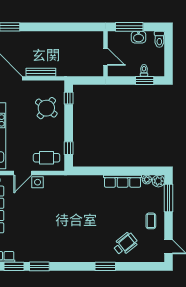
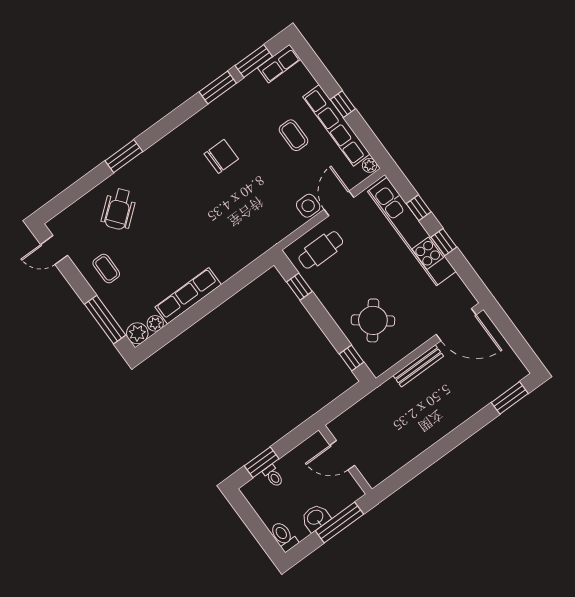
coffee table: (21, 219) -> (293, 135), added
chair: (61, 234) -> (221, 156), added

